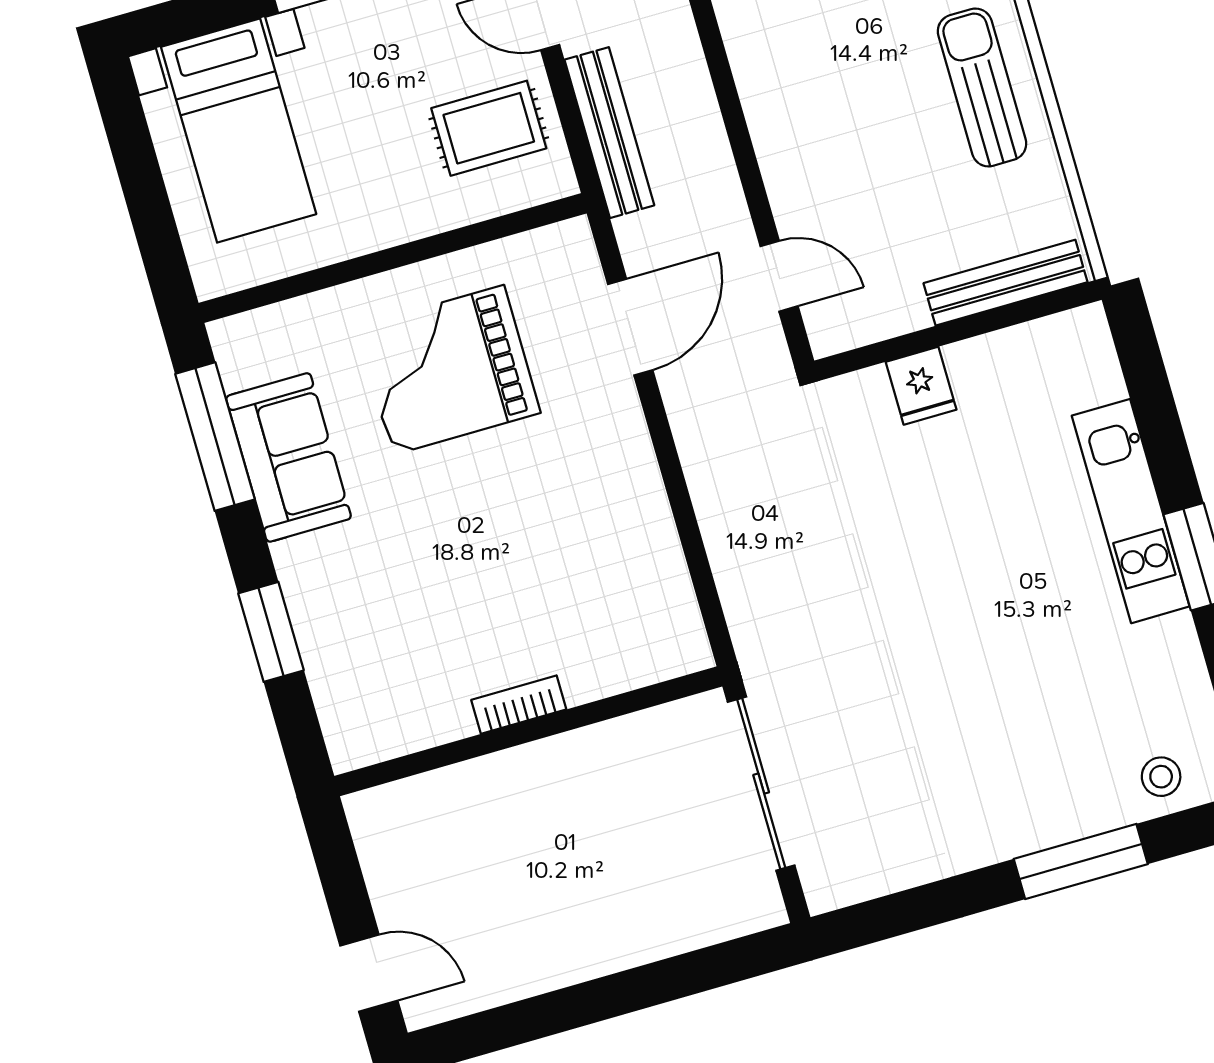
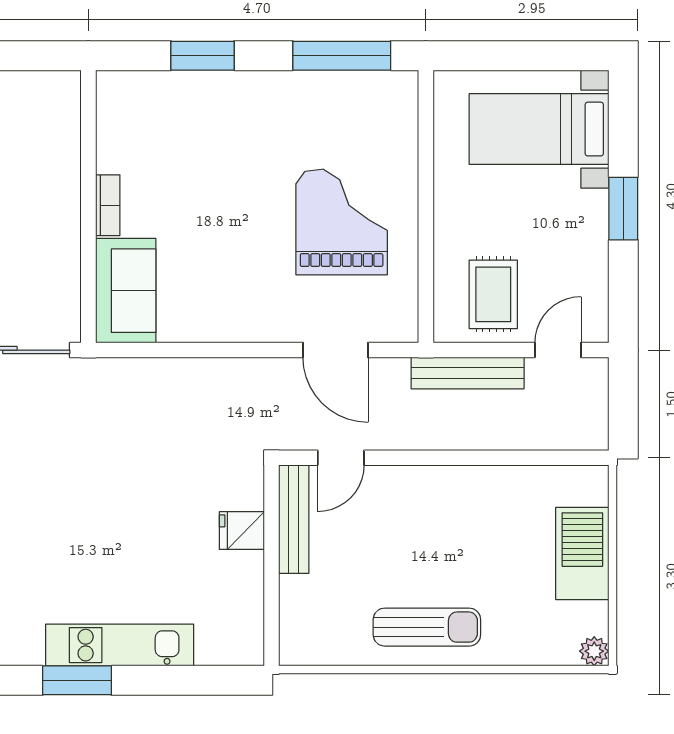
bench: (1006, 283) -> (294, 519), moved
sofa: (289, 457) -> (126, 291), moved, turned -90

